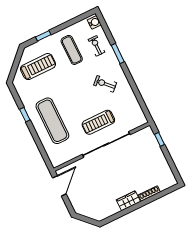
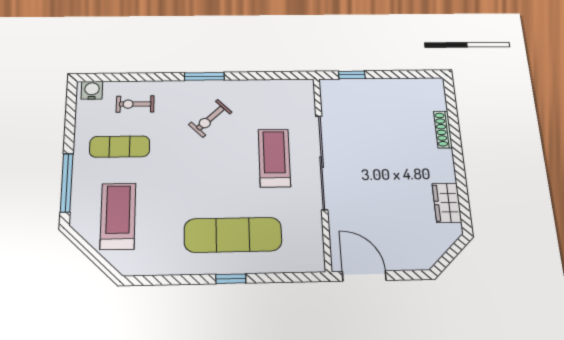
window: (43, 36) -> (67, 183), width x2.17
window: (118, 53) -> (204, 76), moved
window: (25, 115) -> (231, 279), moved
treadmill: (98, 122) -> (274, 158), turned 180
wardrobe: (128, 201) -> (447, 203), moved

